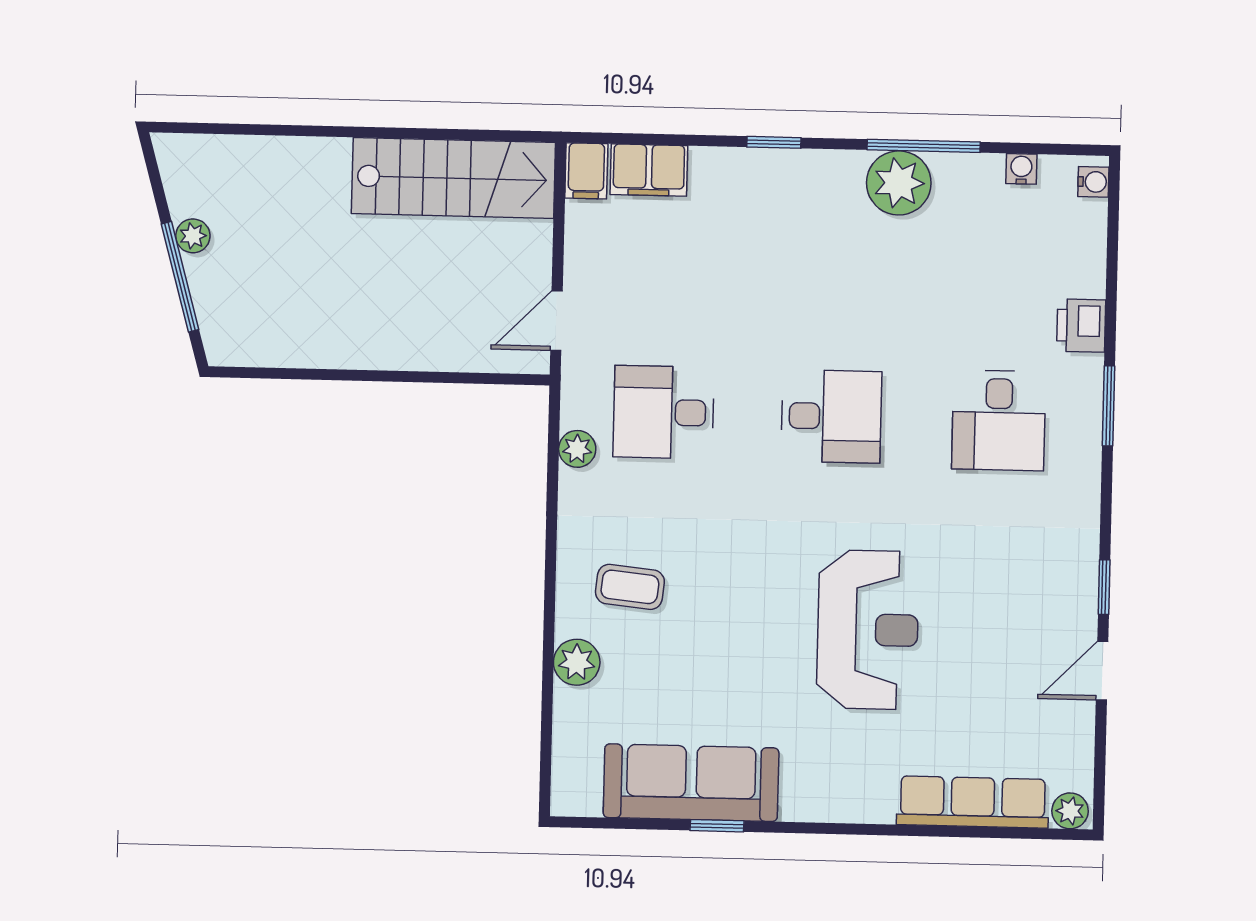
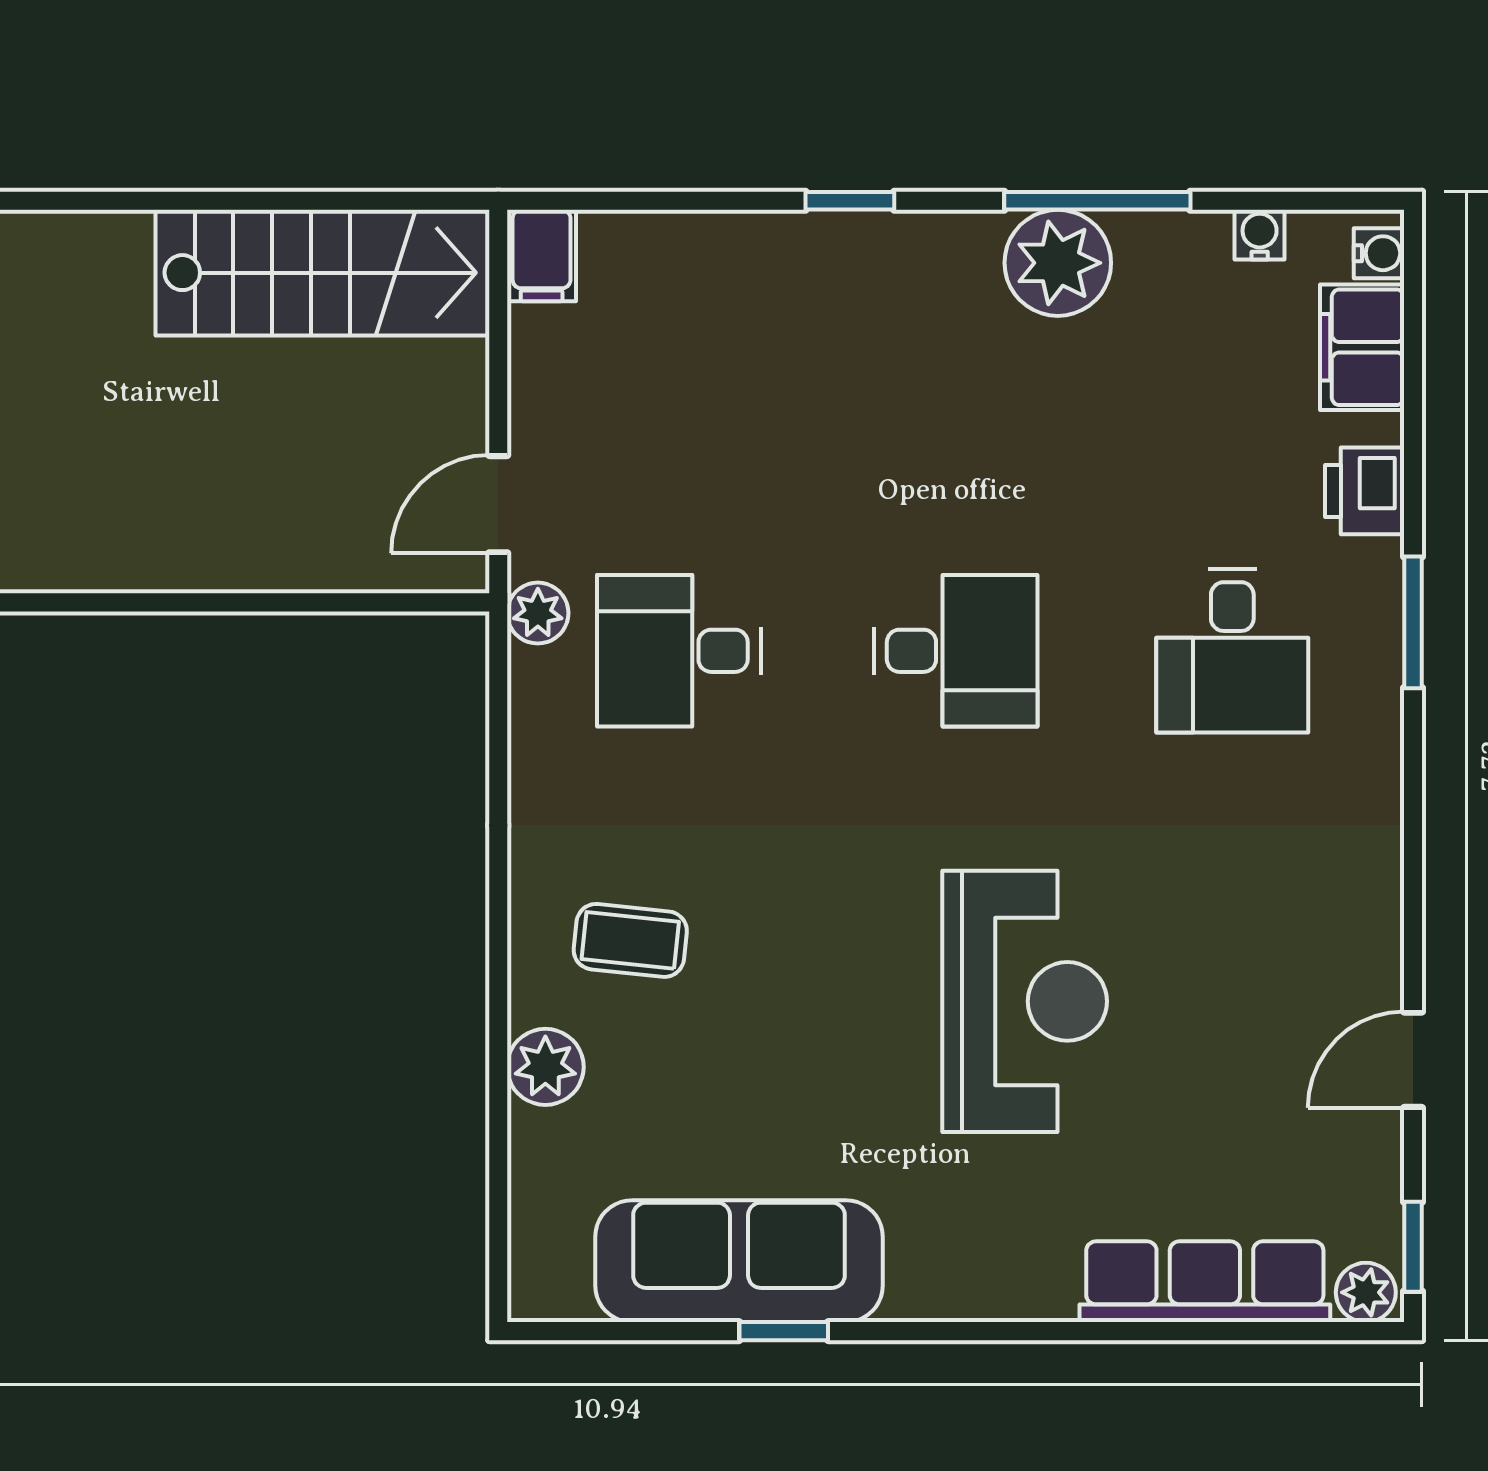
filing cabinet: (649, 170) -> (1362, 347), moved, turned 90
plant: (577, 449) -> (538, 613), moved
window: (1104, 587) -> (1413, 1247), moved

